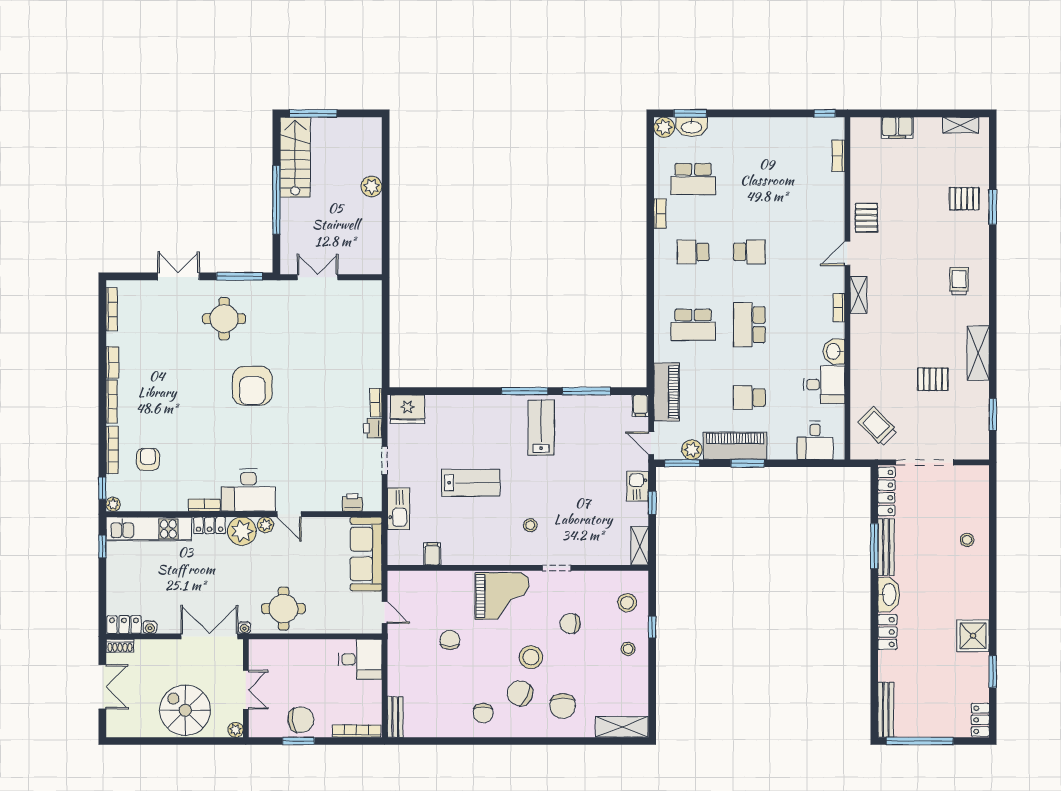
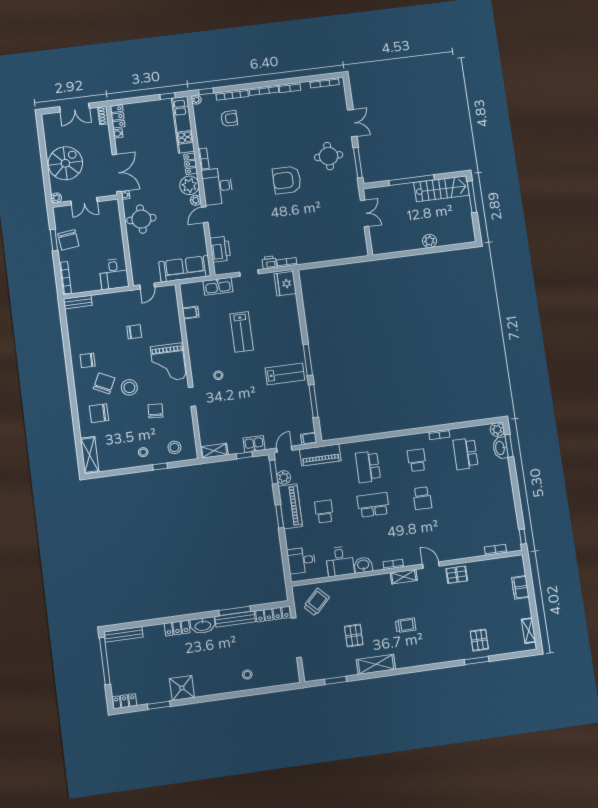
trolley: (959, 281) -> (406, 625), moved
printer: (352, 502) -> (220, 249), width x1.87, depth x1.48

